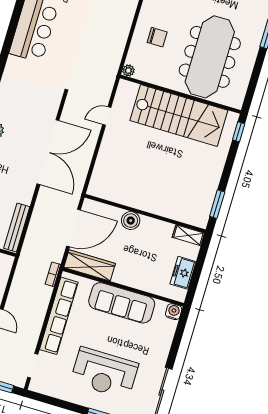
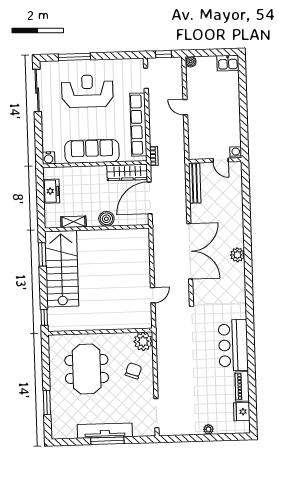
chair: (157, 37) -> (133, 371), turned 110
meeting table: (210, 57) -> (87, 369), width x0.73
plant: (128, 71) -> (143, 341), width x1.88, depth x1.88
stairs: (179, 115) -> (62, 269), moved, turned 90
double door: (48, 152) -> (190, 251), swing flipped
shelving: (188, 235) -> (73, 222), moved

